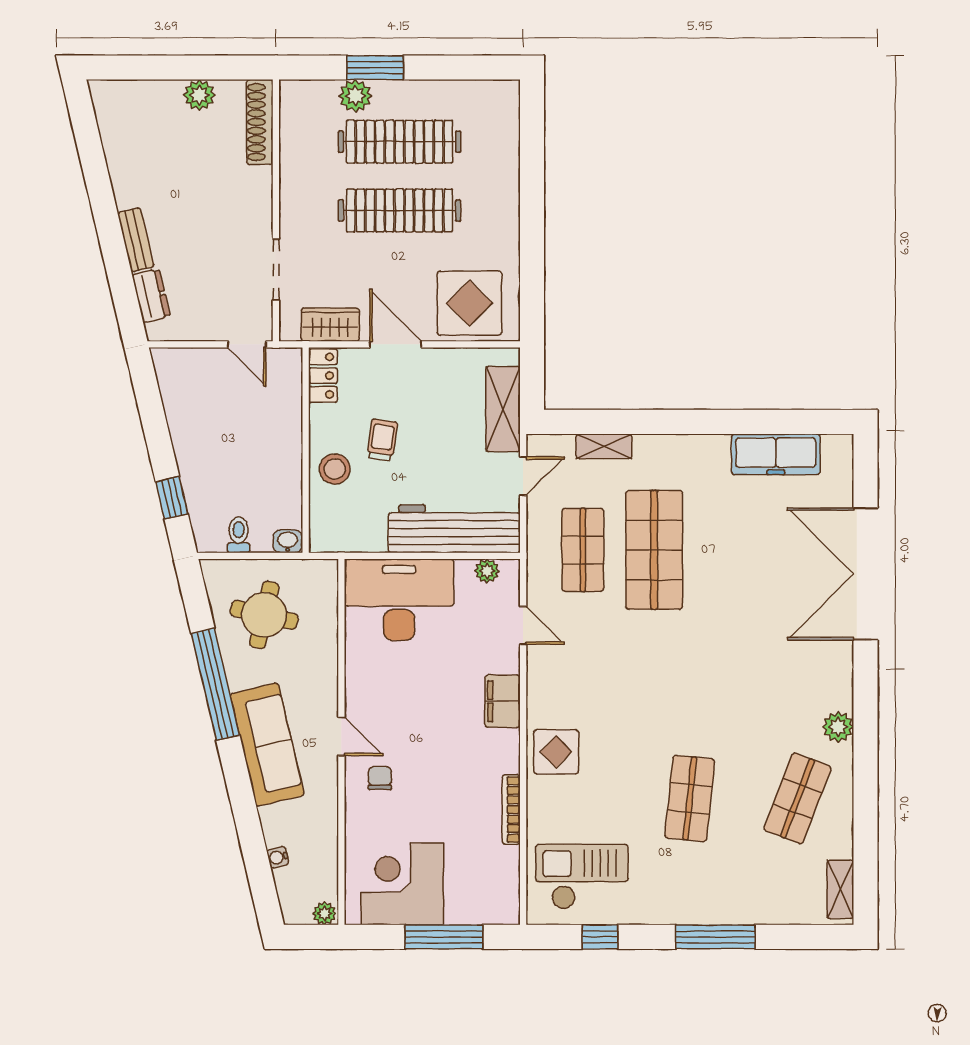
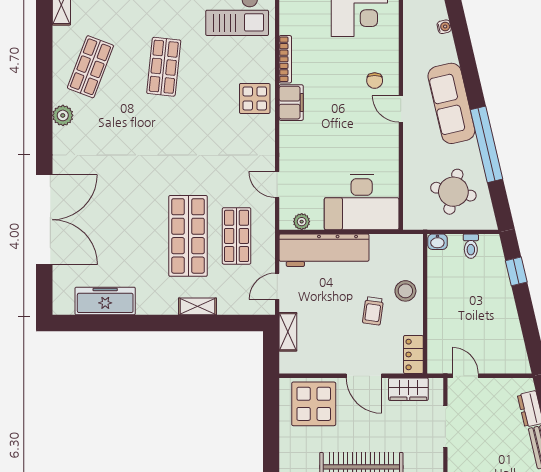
shelving: (503, 409) -> (288, 332), width x0.67, depth x0.75
shelving: (604, 446) -> (198, 306), moved
filing cabinet: (503, 701) -> (291, 103), moved

